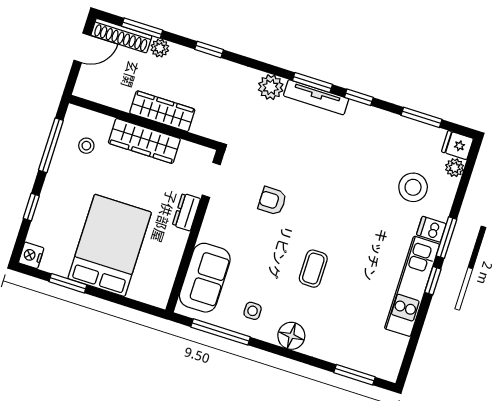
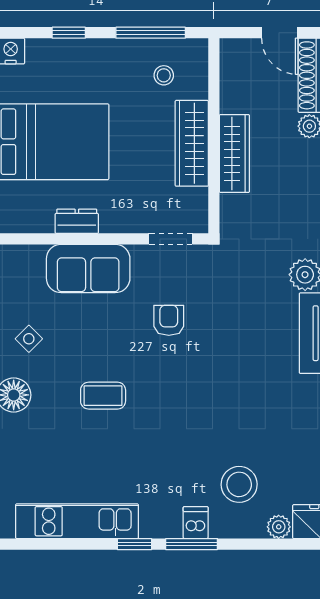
dresser: (186, 212) -> (77, 221), moved
sofa: (205, 278) -> (88, 269), moved
kitchen unit: (412, 286) -> (77, 521), moved
side table: (253, 311) -> (29, 339), turned 45

